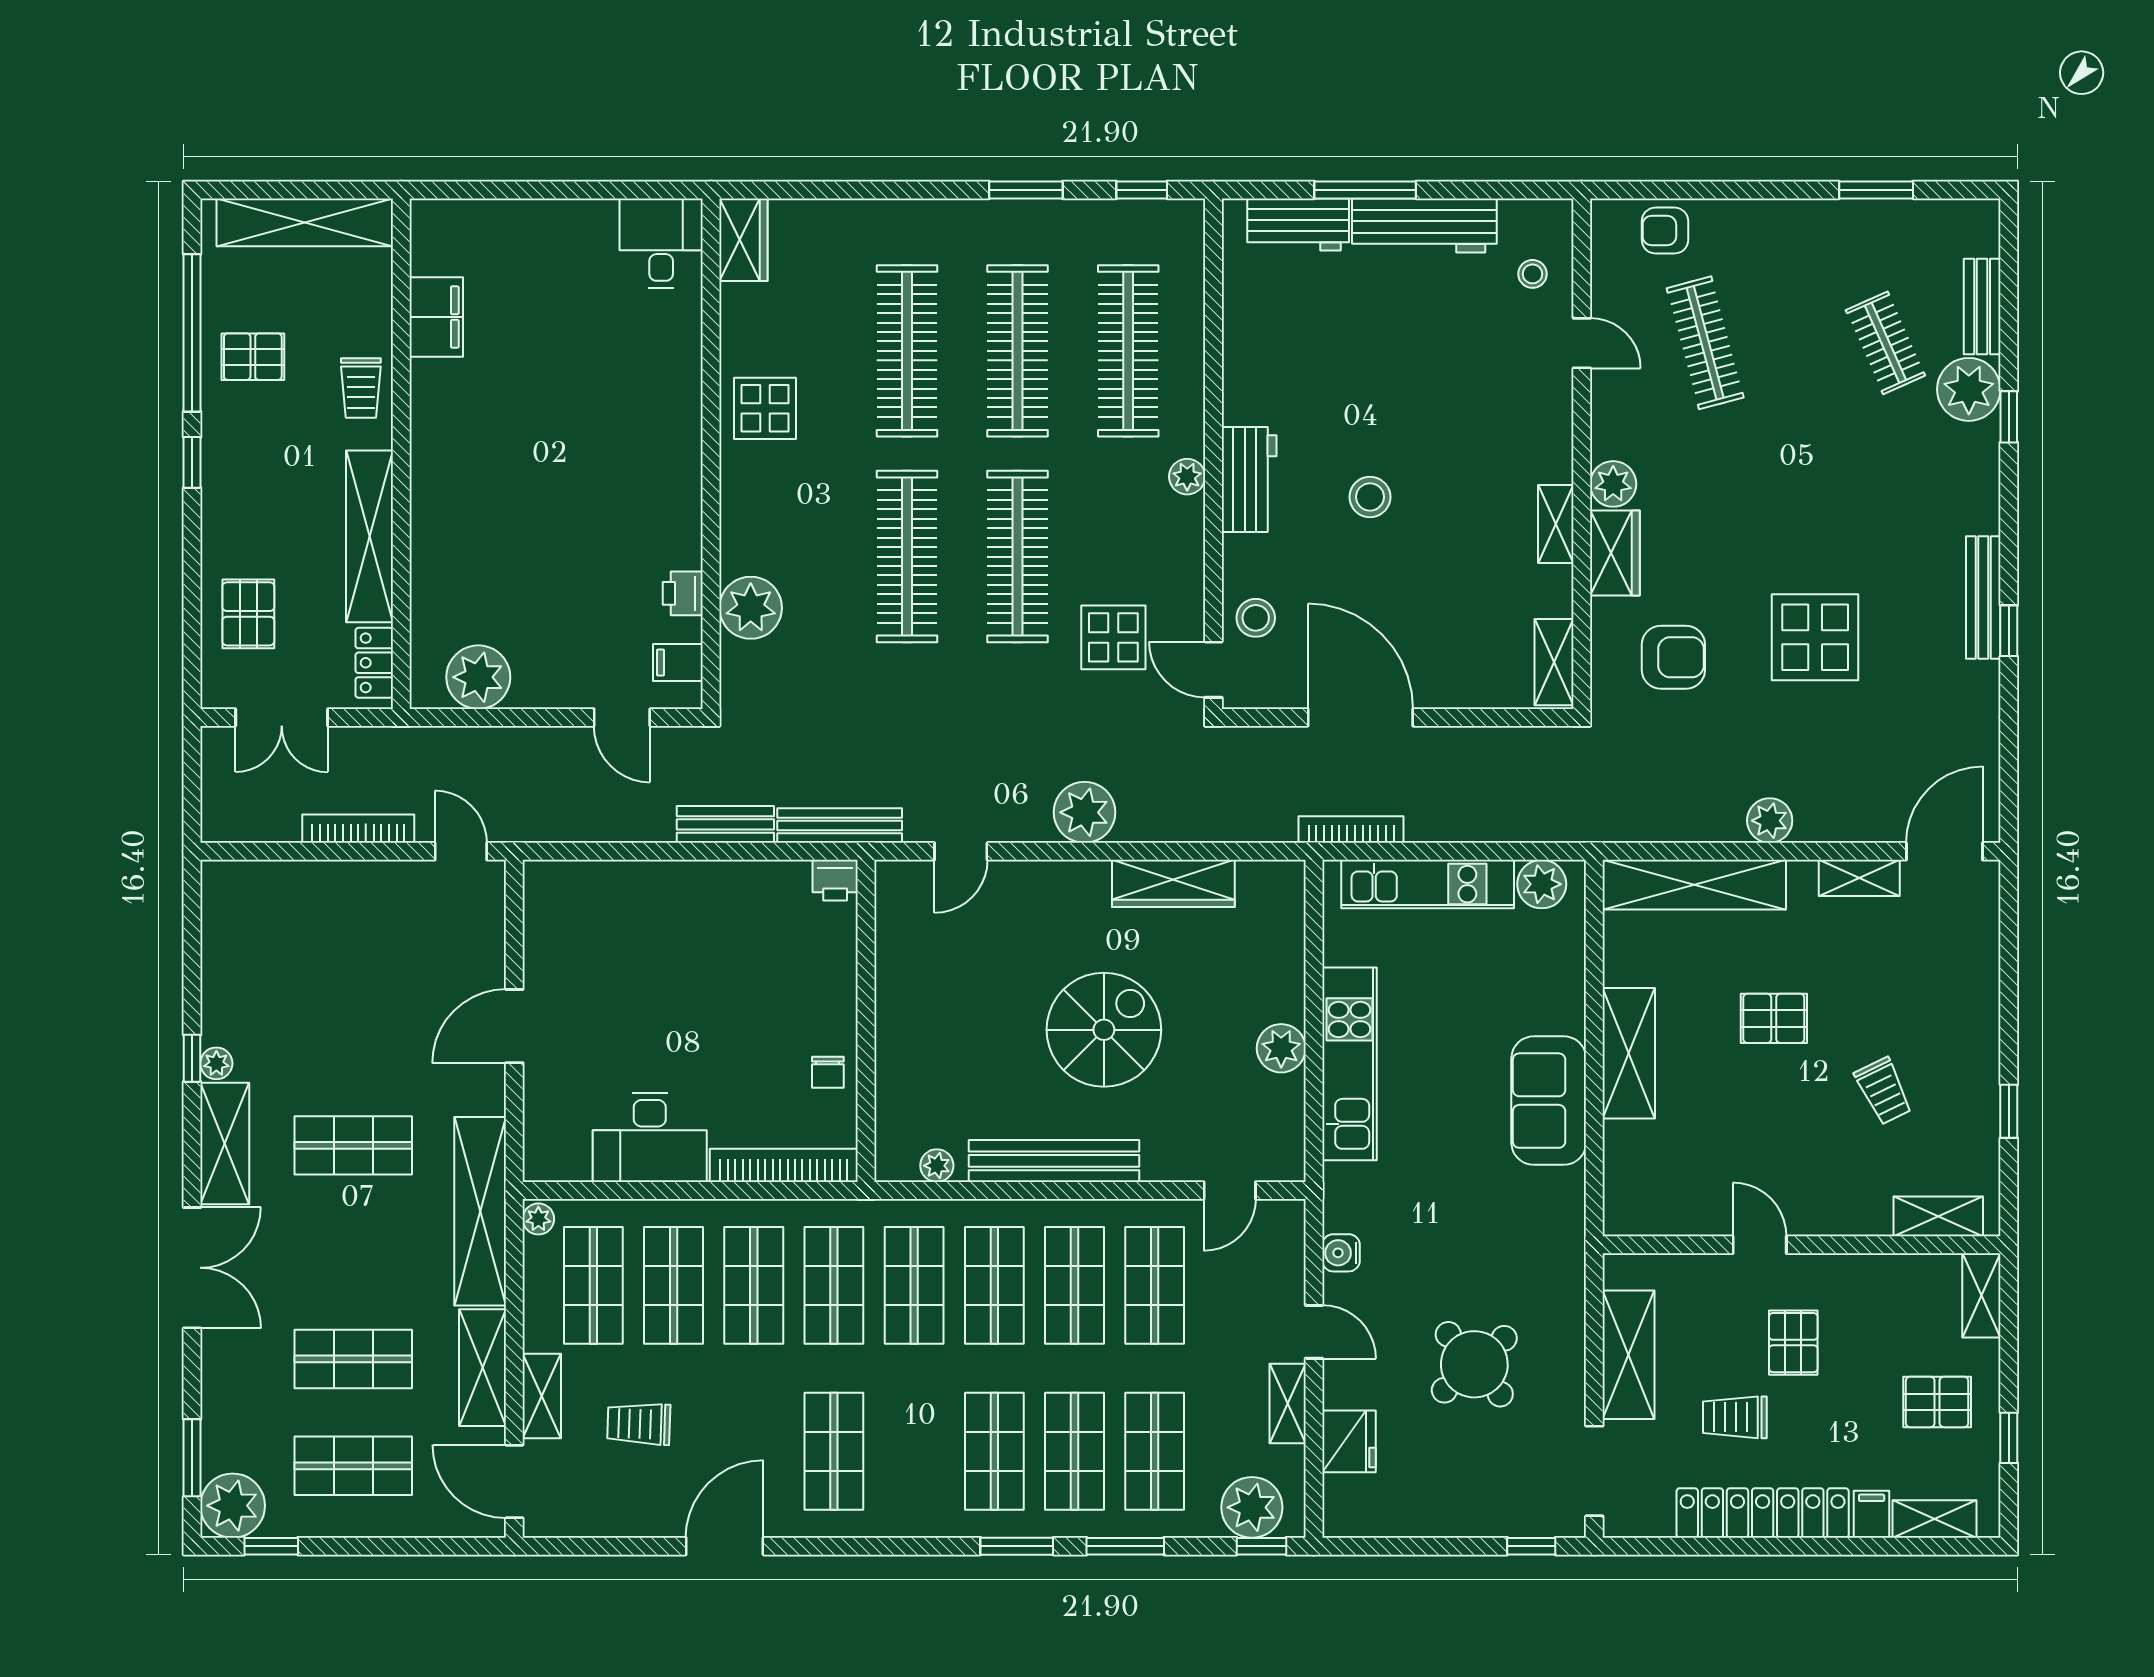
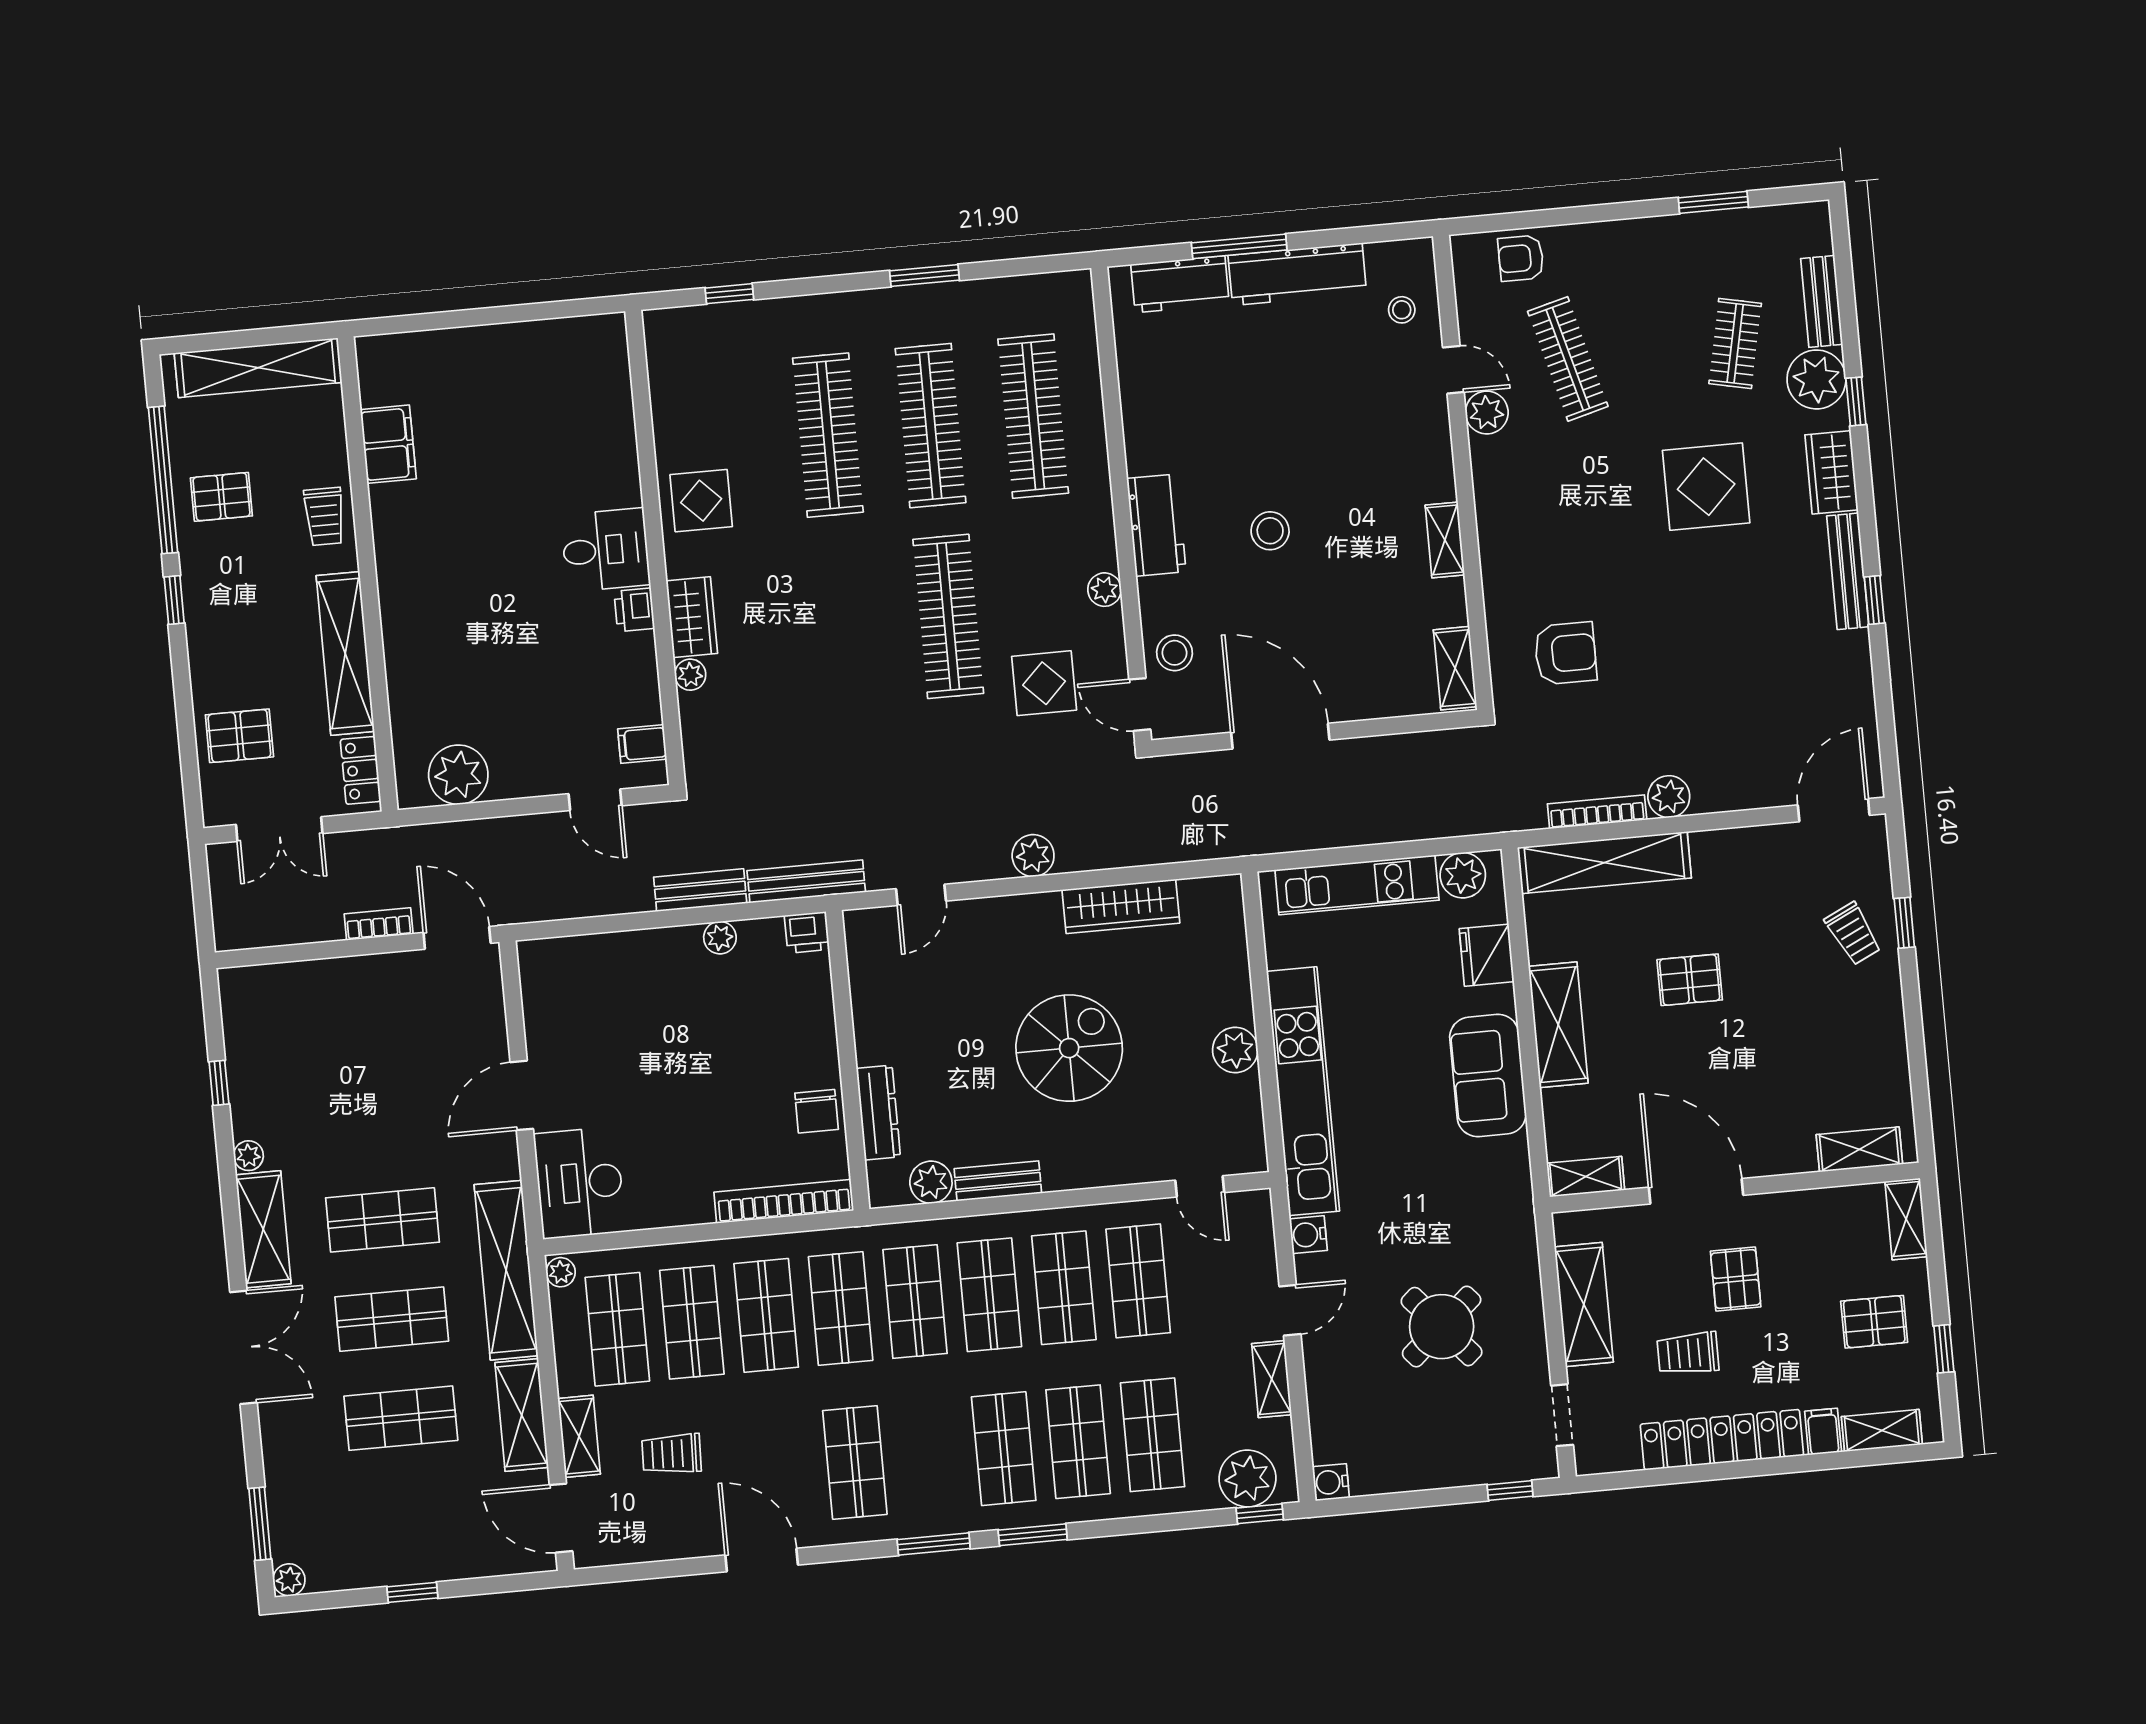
window: (1142, 190) -> (729, 294), moved
wardrobe: (743, 240) -> (692, 617), moved
desk: (661, 243) -> (605, 550), moved, turned 90
clothes rail: (1885, 343) -> (1735, 343), turned 36
plant: (1187, 477) -> (1104, 590), moved
plant: (1613, 484) -> (1487, 413), moved
wardrobe: (1615, 553) -> (1831, 472), moved, turned 180
clothes rail: (907, 557) -> (846, 626), removed
printer: (683, 593) -> (634, 610), moved
plant: (751, 608) -> (690, 675), width x0.53, depth x0.53
pallet: (248, 614) -> (239, 736), turned 90
display table: (1815, 637) -> (1706, 487), moved
plant: (1084, 812) -> (1033, 856), width x0.73, depth x0.73
bookcase: (358, 829) -> (379, 924), width x0.64
bookcase: (1351, 830) -> (1597, 812), moved
door: (461, 851) -> (457, 938), width x1.38
plant: (742, 877) -> (720, 938), added
shelving: (1859, 878) -> (1586, 1177), moved
window: (192, 1058) -> (219, 1083), moved
kitchen unit: (1349, 1064) -> (1303, 1091), width x1.36
chair: (828, 1072) -> (817, 1111), width x1.37, depth x1.37
dresser: (894, 1080) -> (878, 1113), added
trolley: (1884, 1091) -> (1853, 934), moved
window: (2009, 1111) -> (1904, 923), moved
desk: (650, 1137) -> (580, 1183), moved, turned 90
bench: (1054, 1161) -> (998, 1181), width x0.54, depth x0.82
plant: (937, 1166) -> (931, 1182), width x1.38, depth x1.38
door: (1230, 1190) -> (1200, 1186), hinge flipped
door: (1760, 1245) -> (1696, 1191), width x1.88
door: (1314, 1332) -> (1290, 1310), hinge flipped
fridge: (1349, 1441) -> (1487, 955), moved, turned 180
shop shelf: (353, 1466) -> (392, 1319), moved
doorway: (1594, 1471) -> (1562, 1415), width x0.73
plant: (233, 1506) -> (289, 1580), width x0.53, depth x0.53
water cooler: (1341, 1520) -> (1331, 1482), added
window: (271, 1546) -> (412, 1592), moved
door: (725, 1546) -> (762, 1560), hinge flipped
window: (1125, 1546) -> (934, 1544), moved

